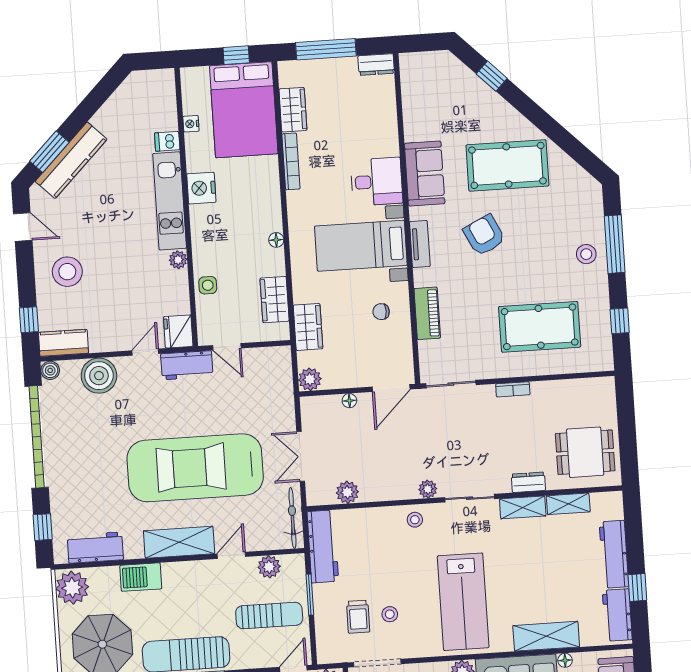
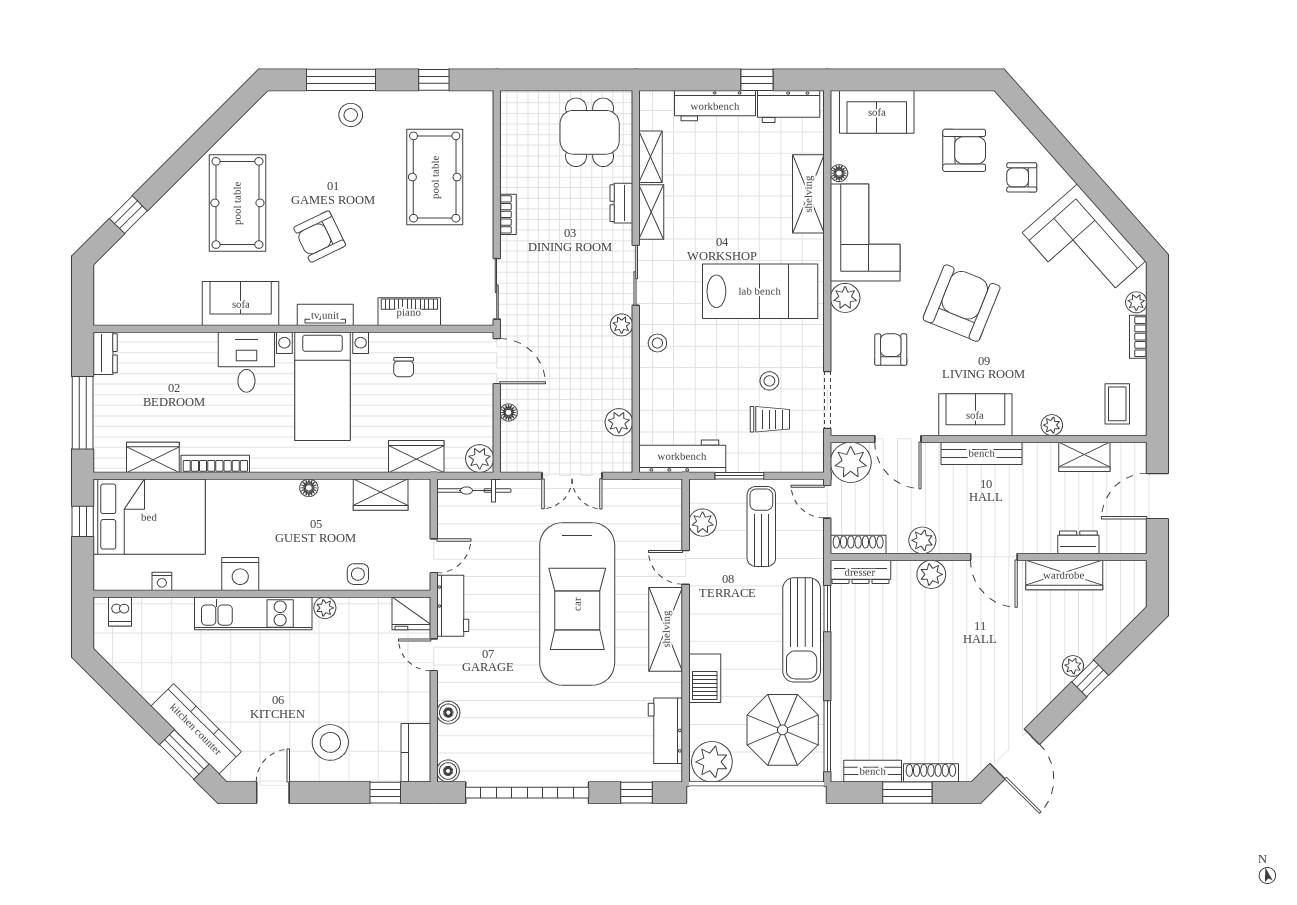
dishwasher: (167, 141) -> (120, 611), moved
boiler: (99, 376) -> (448, 713), width x0.54, depth x0.54
bicycle: (292, 518) -> (474, 491), moved

